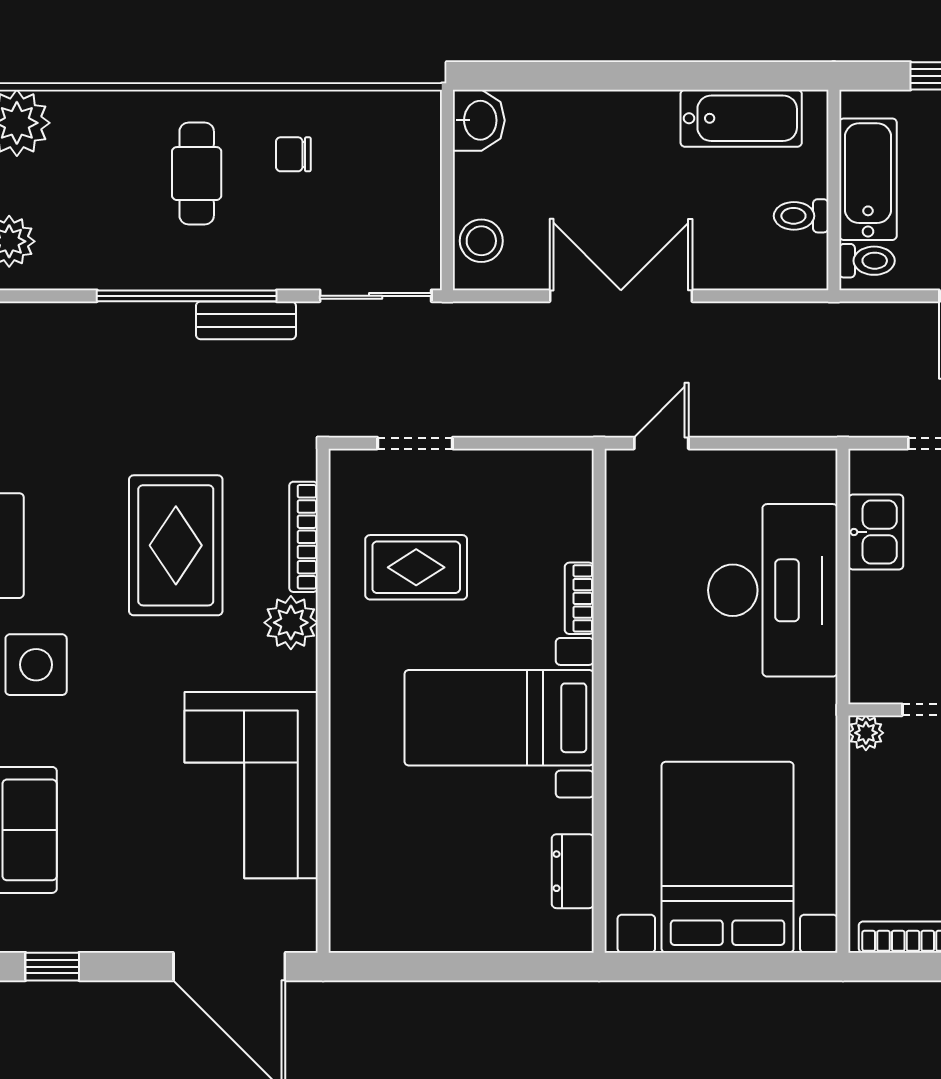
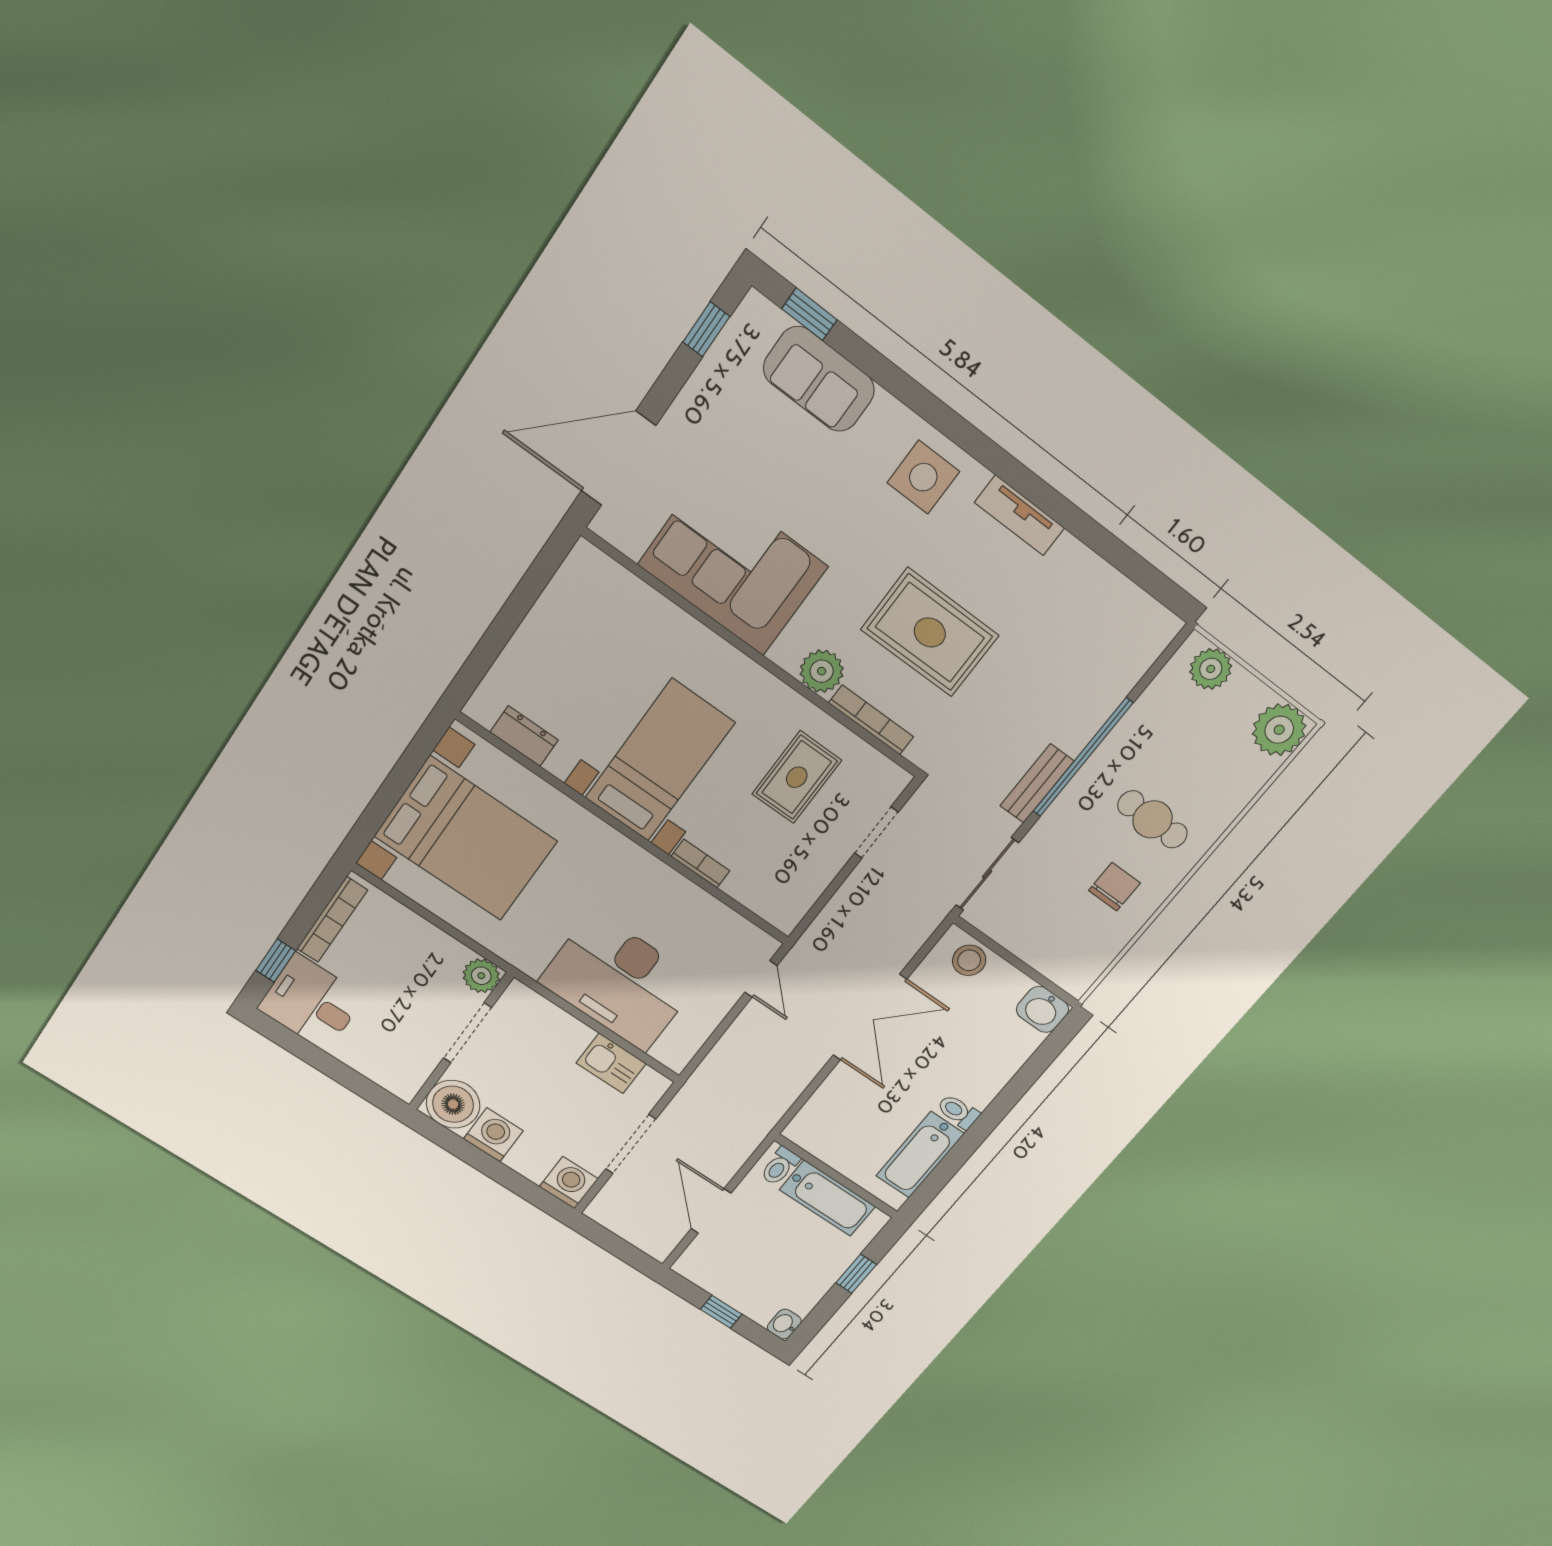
chair: (293, 154) -> (1114, 887), width x1.37, depth x1.37
toilet: (801, 216) -> (958, 1112), moved, turned -90
plant: (866, 733) -> (481, 976), width x1.38, depth x1.38

